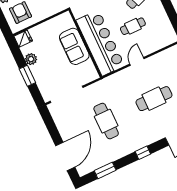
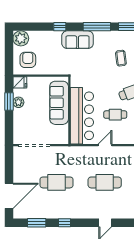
sofa: (74, 46) -> (59, 103), width x1.36
window: (27, 76) -> (9, 102), moved
cafe table: (106, 121) -> (56, 182), turned 90
window: (143, 153) -> (64, 223), moved

